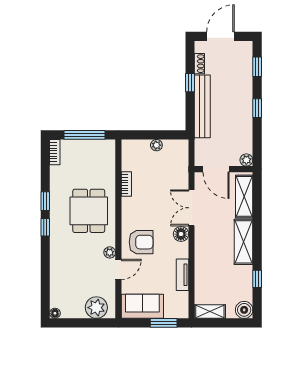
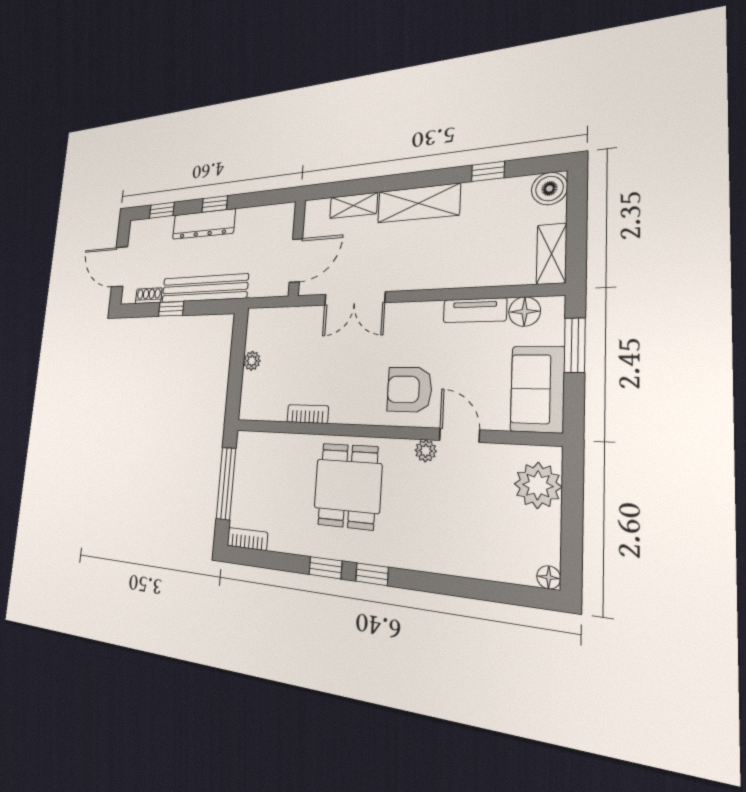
dresser: (244, 101) -> (204, 224), added
plant: (246, 160) -> (286, 212), removed
shelving: (244, 196) -> (354, 205), width x0.67, depth x0.75
dining table: (89, 211) -> (348, 486), turned 90
floor lamp: (181, 234) -> (525, 312), moved
armchair: (141, 242) -> (409, 390), turned -90

